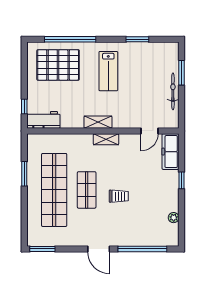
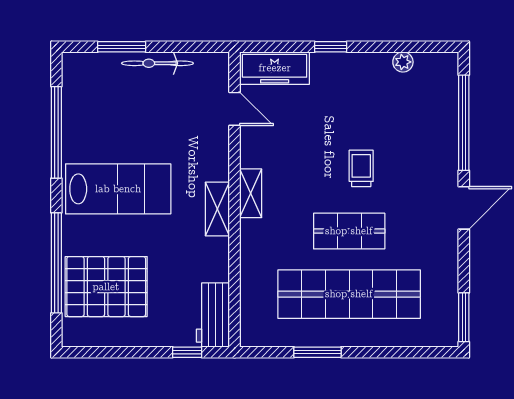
window: (137, 39) -> (56, 132), width x2.11
pallet: (58, 65) -> (106, 287), turned 90
lab bench: (108, 71) -> (118, 189), width x1.36, depth x1.39

